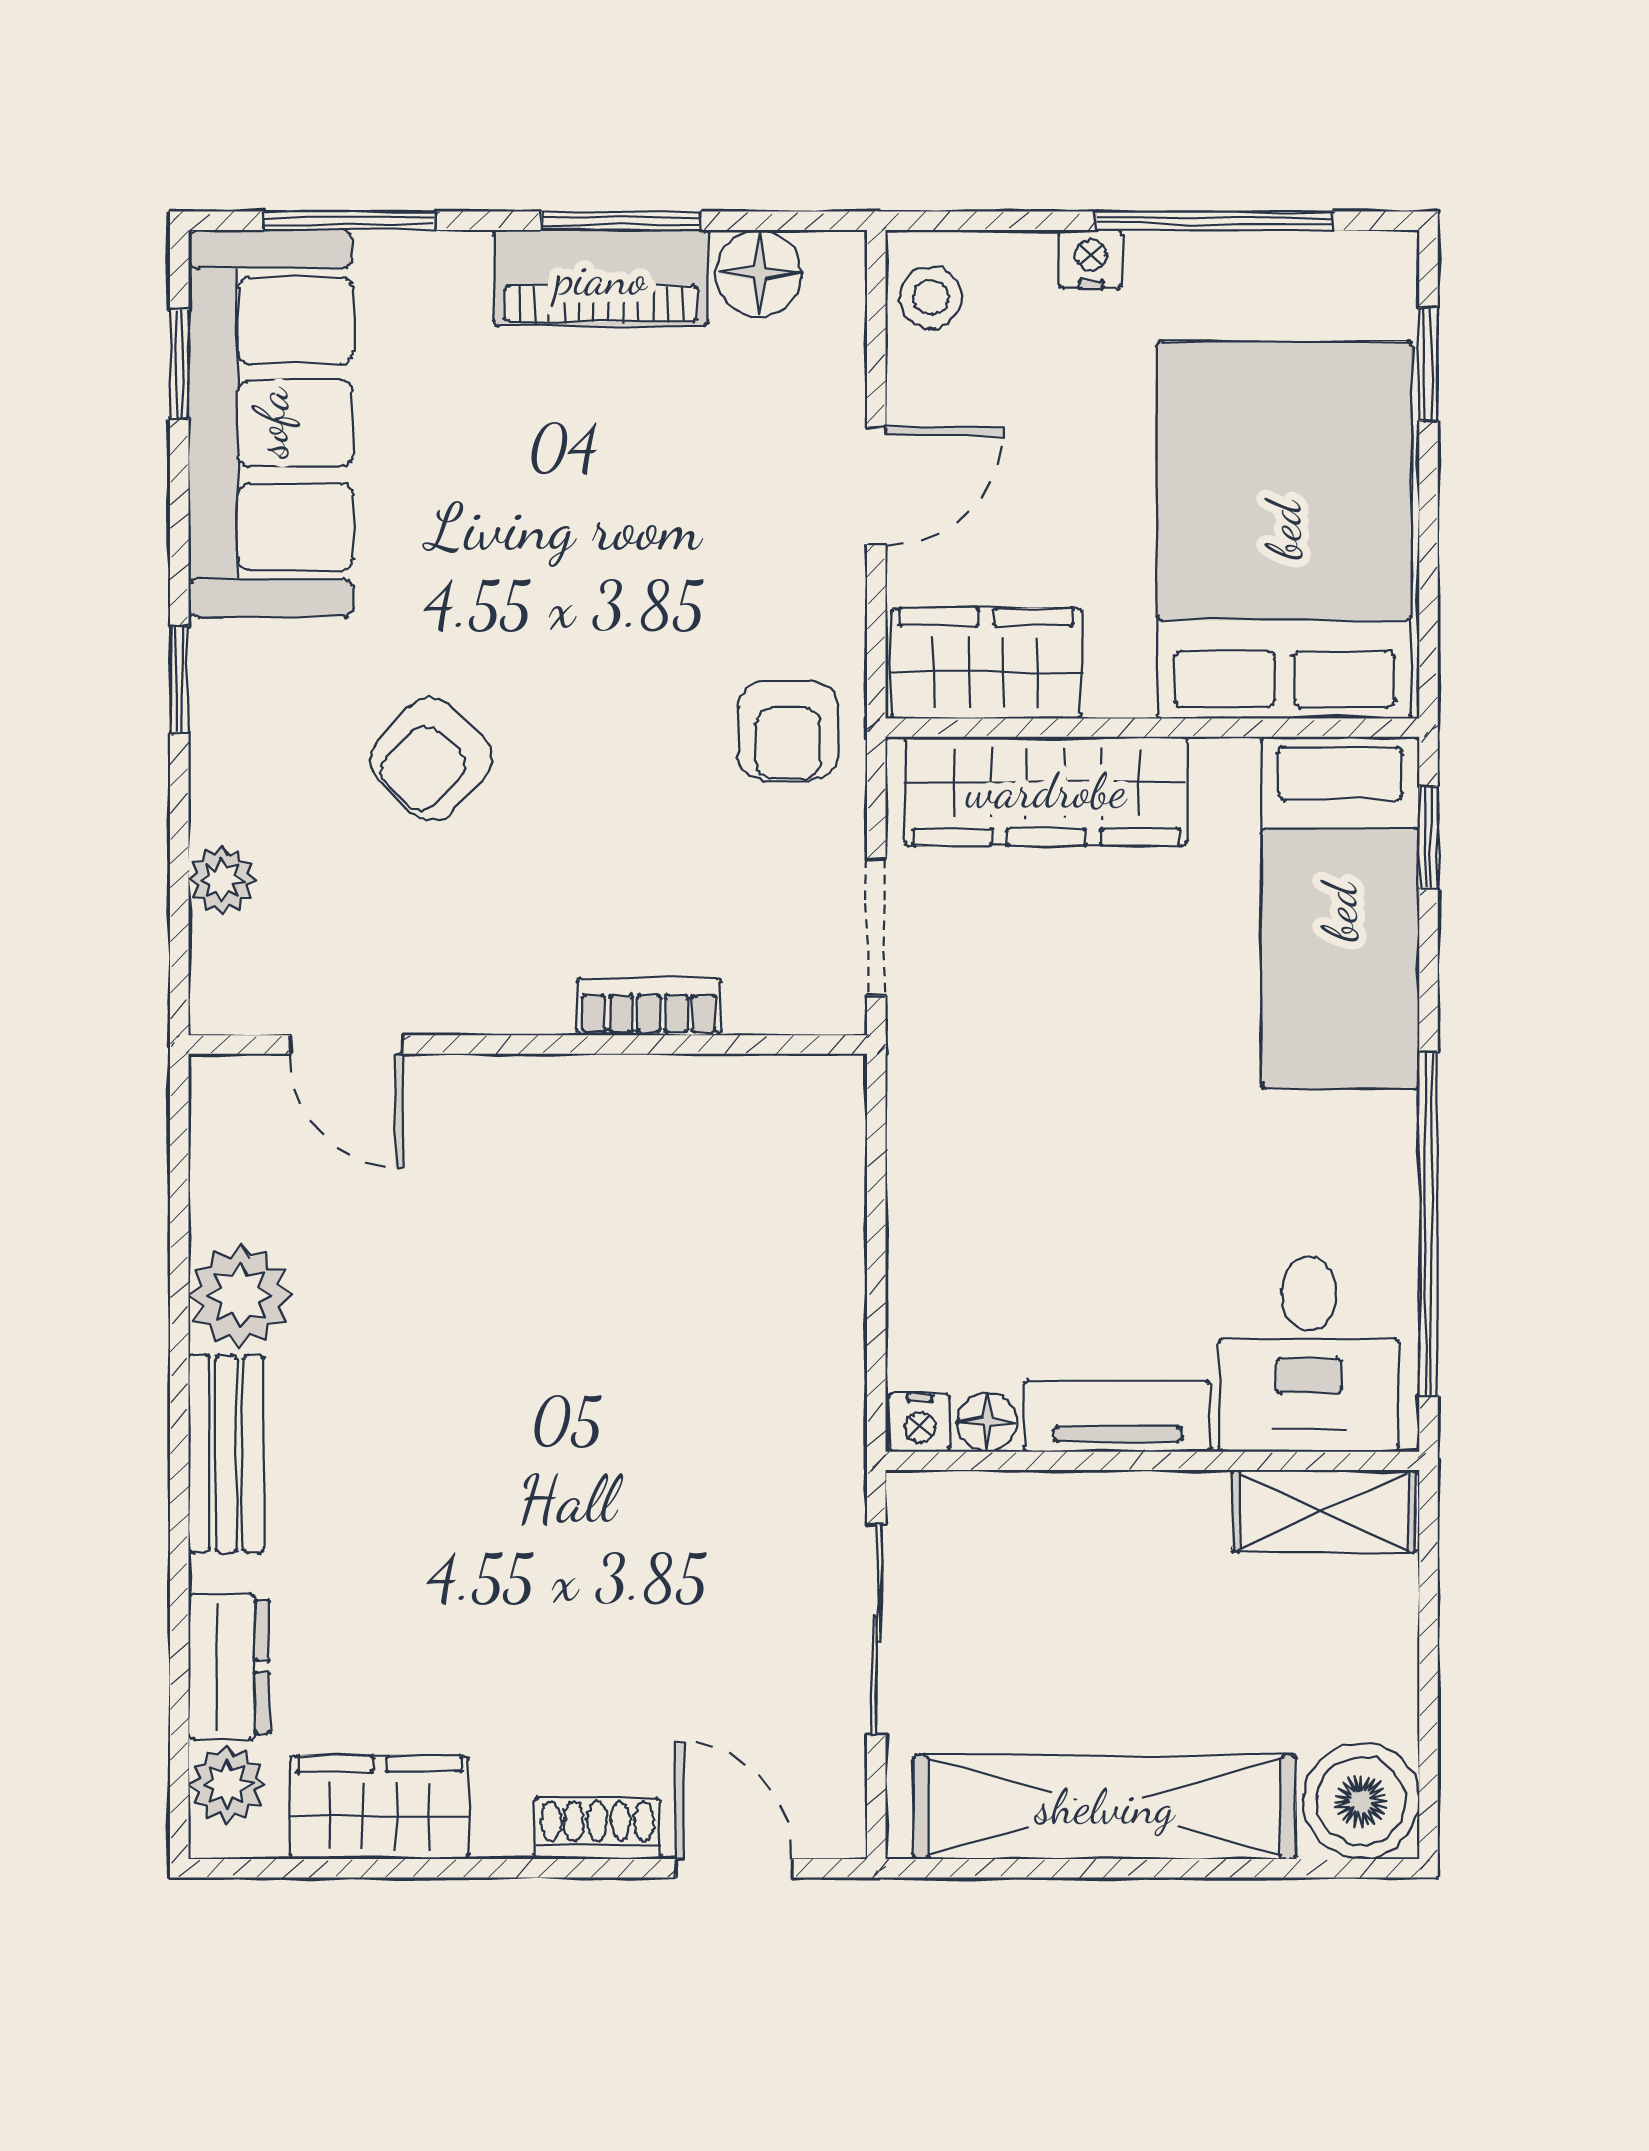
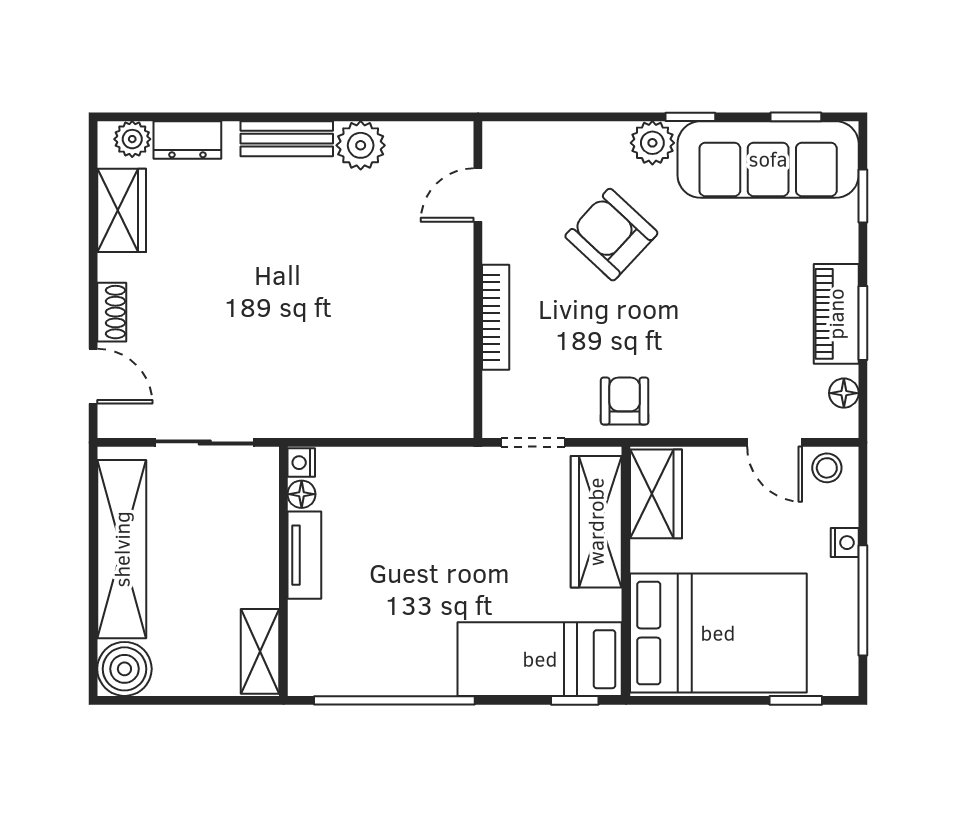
window: (349, 221) -> (863, 196), width x0.67
floor lamp: (759, 273) -> (844, 393), width x0.73, depth x0.73
door: (876, 486) -> (775, 442), moved
window: (179, 679) -> (690, 117), moved
armchair: (788, 731) -> (625, 401), turned 90
armchair: (431, 759) -> (611, 235), width x1.38, depth x1.38
plant: (222, 880) -> (652, 143), moved, width x1.38, depth x1.38
bookcase: (649, 1007) -> (496, 317), width x1.56
desk: (1309, 1354) -> (333, 644), removed
door: (735, 1868) -> (93, 376), hinge flipped

